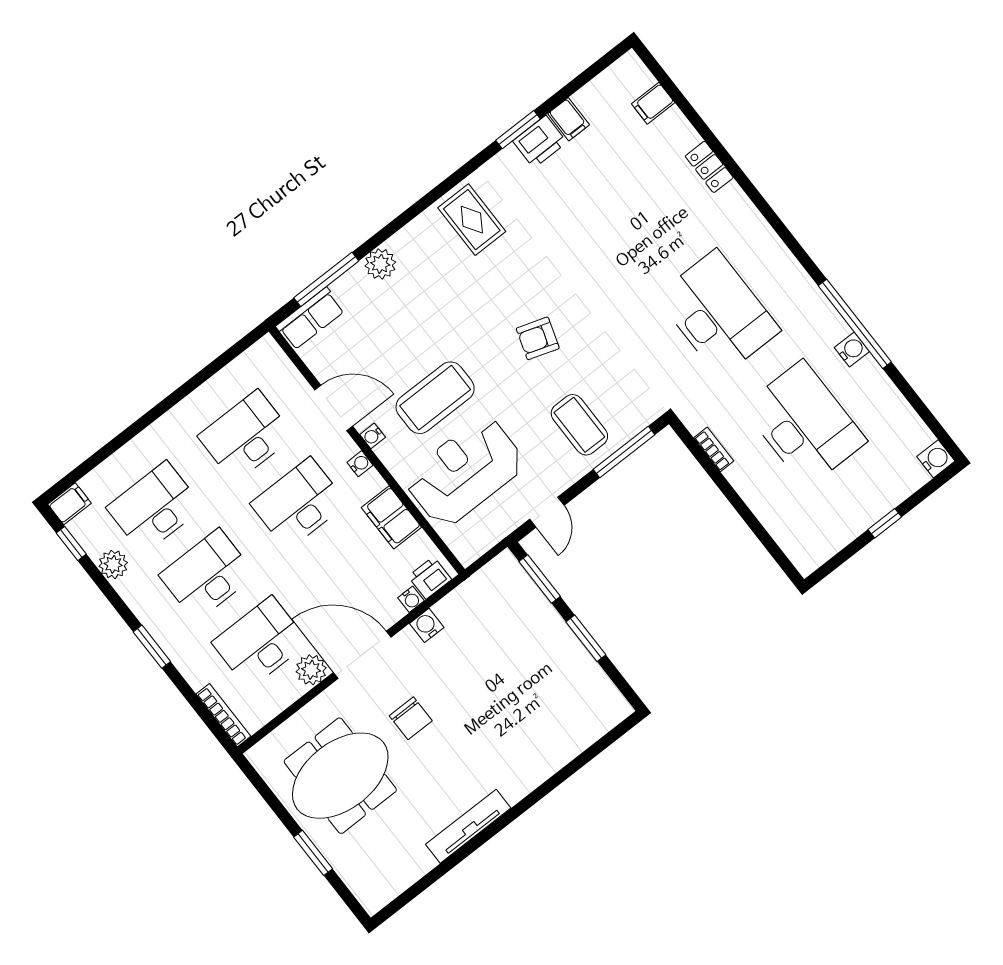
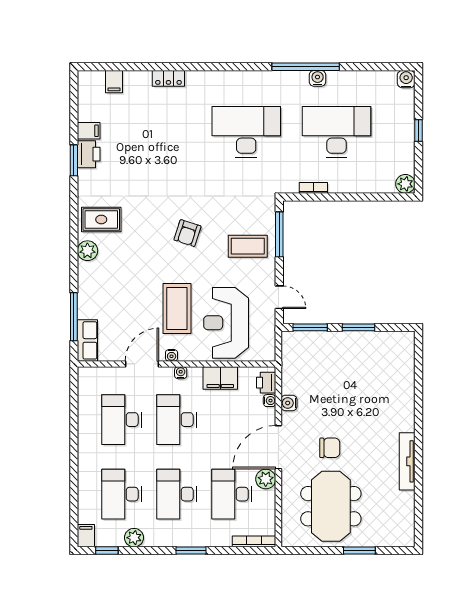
plant: (380, 264) -> (87, 251), moved
plant: (807, 558) -> (405, 184), added

